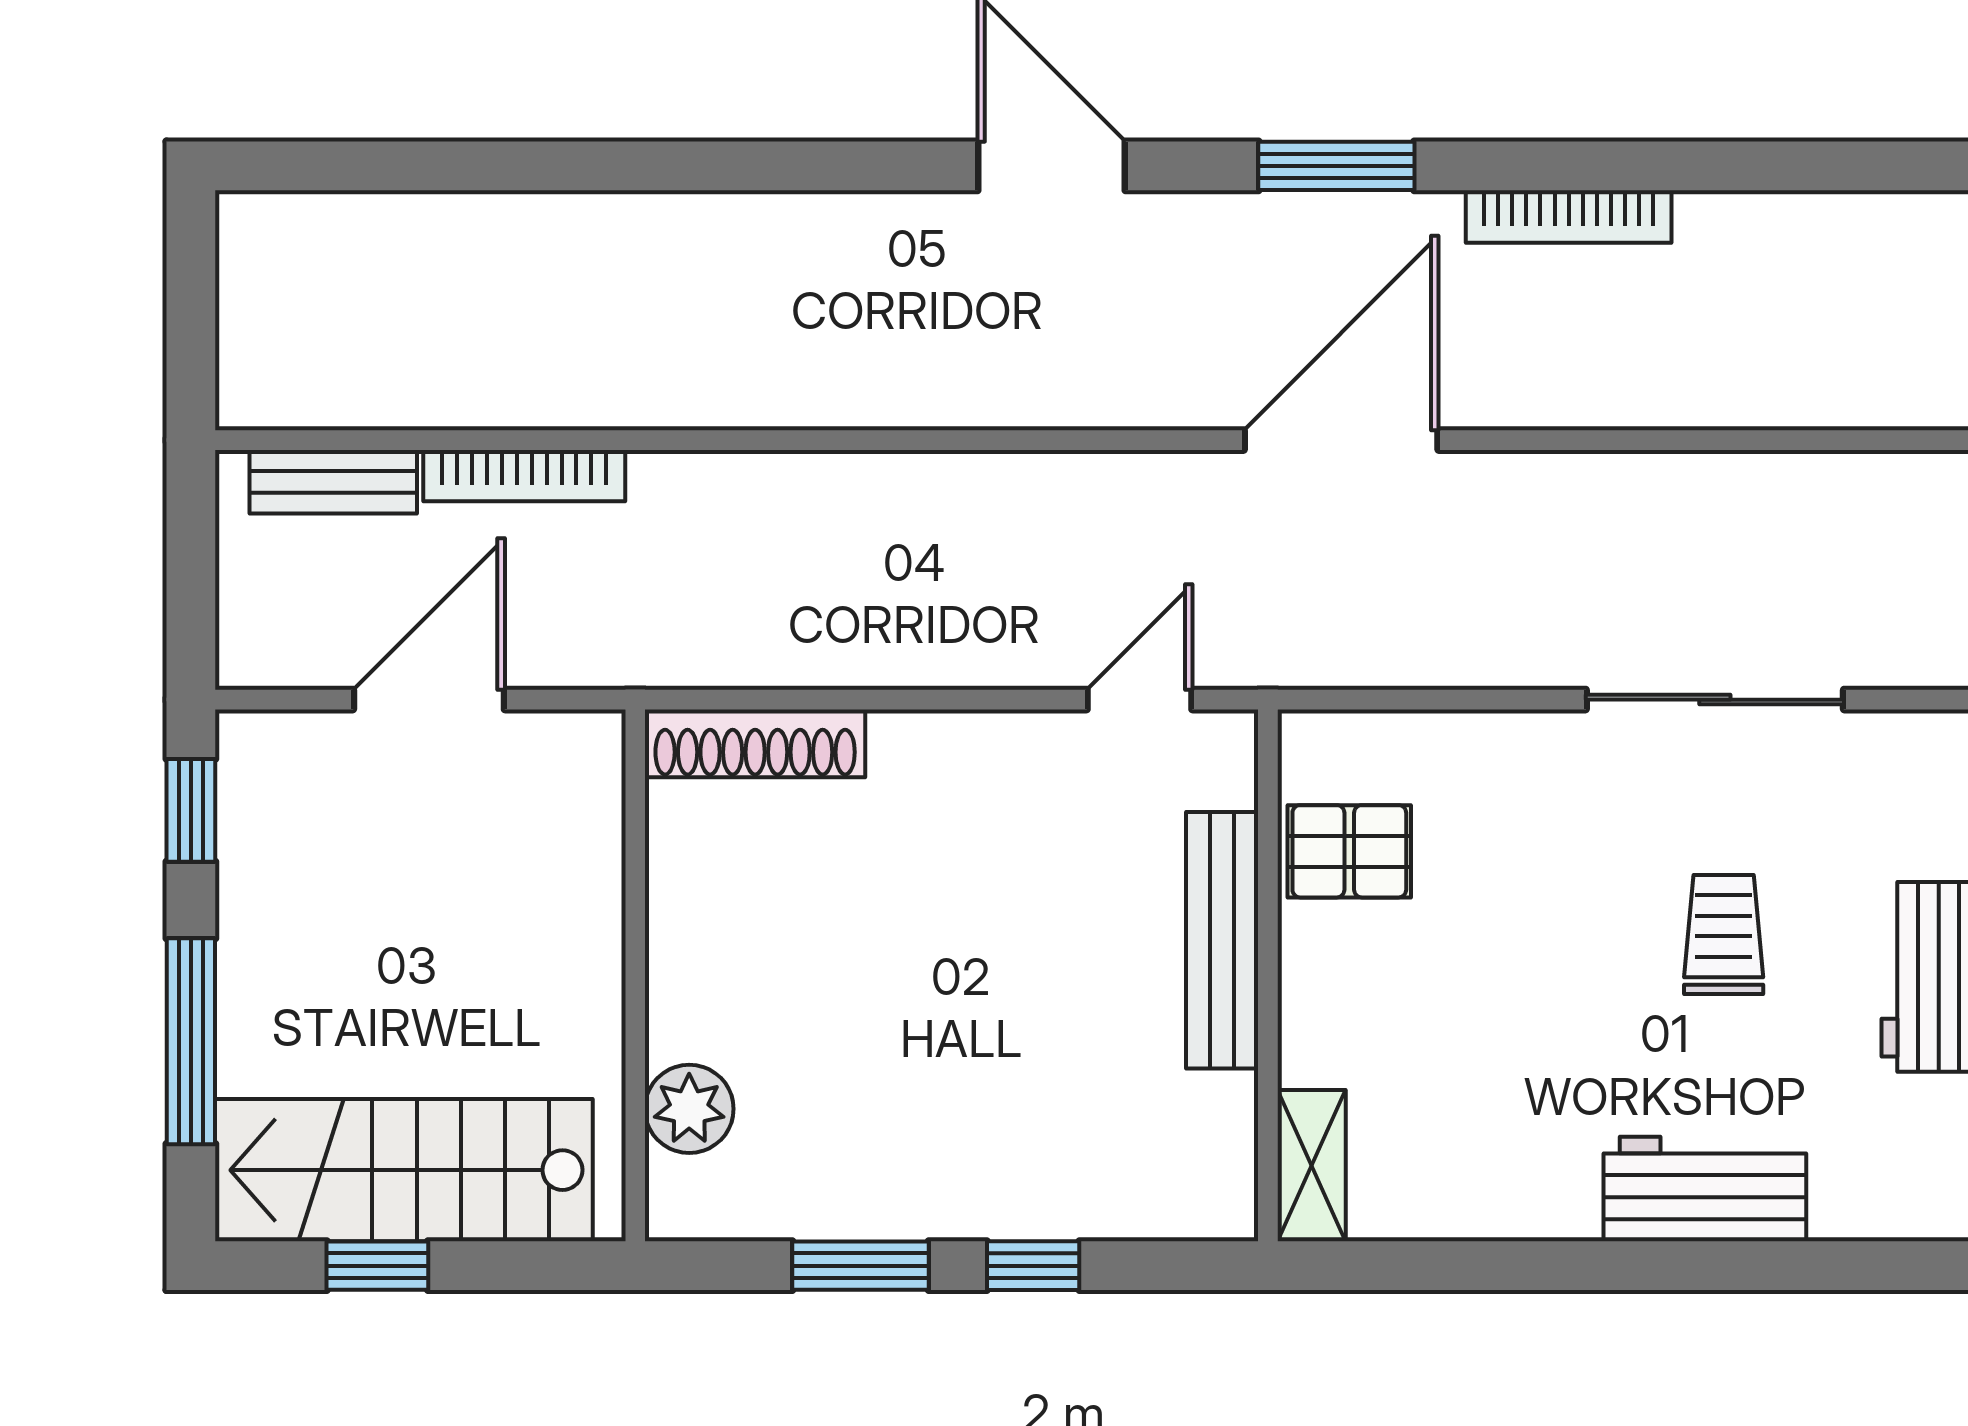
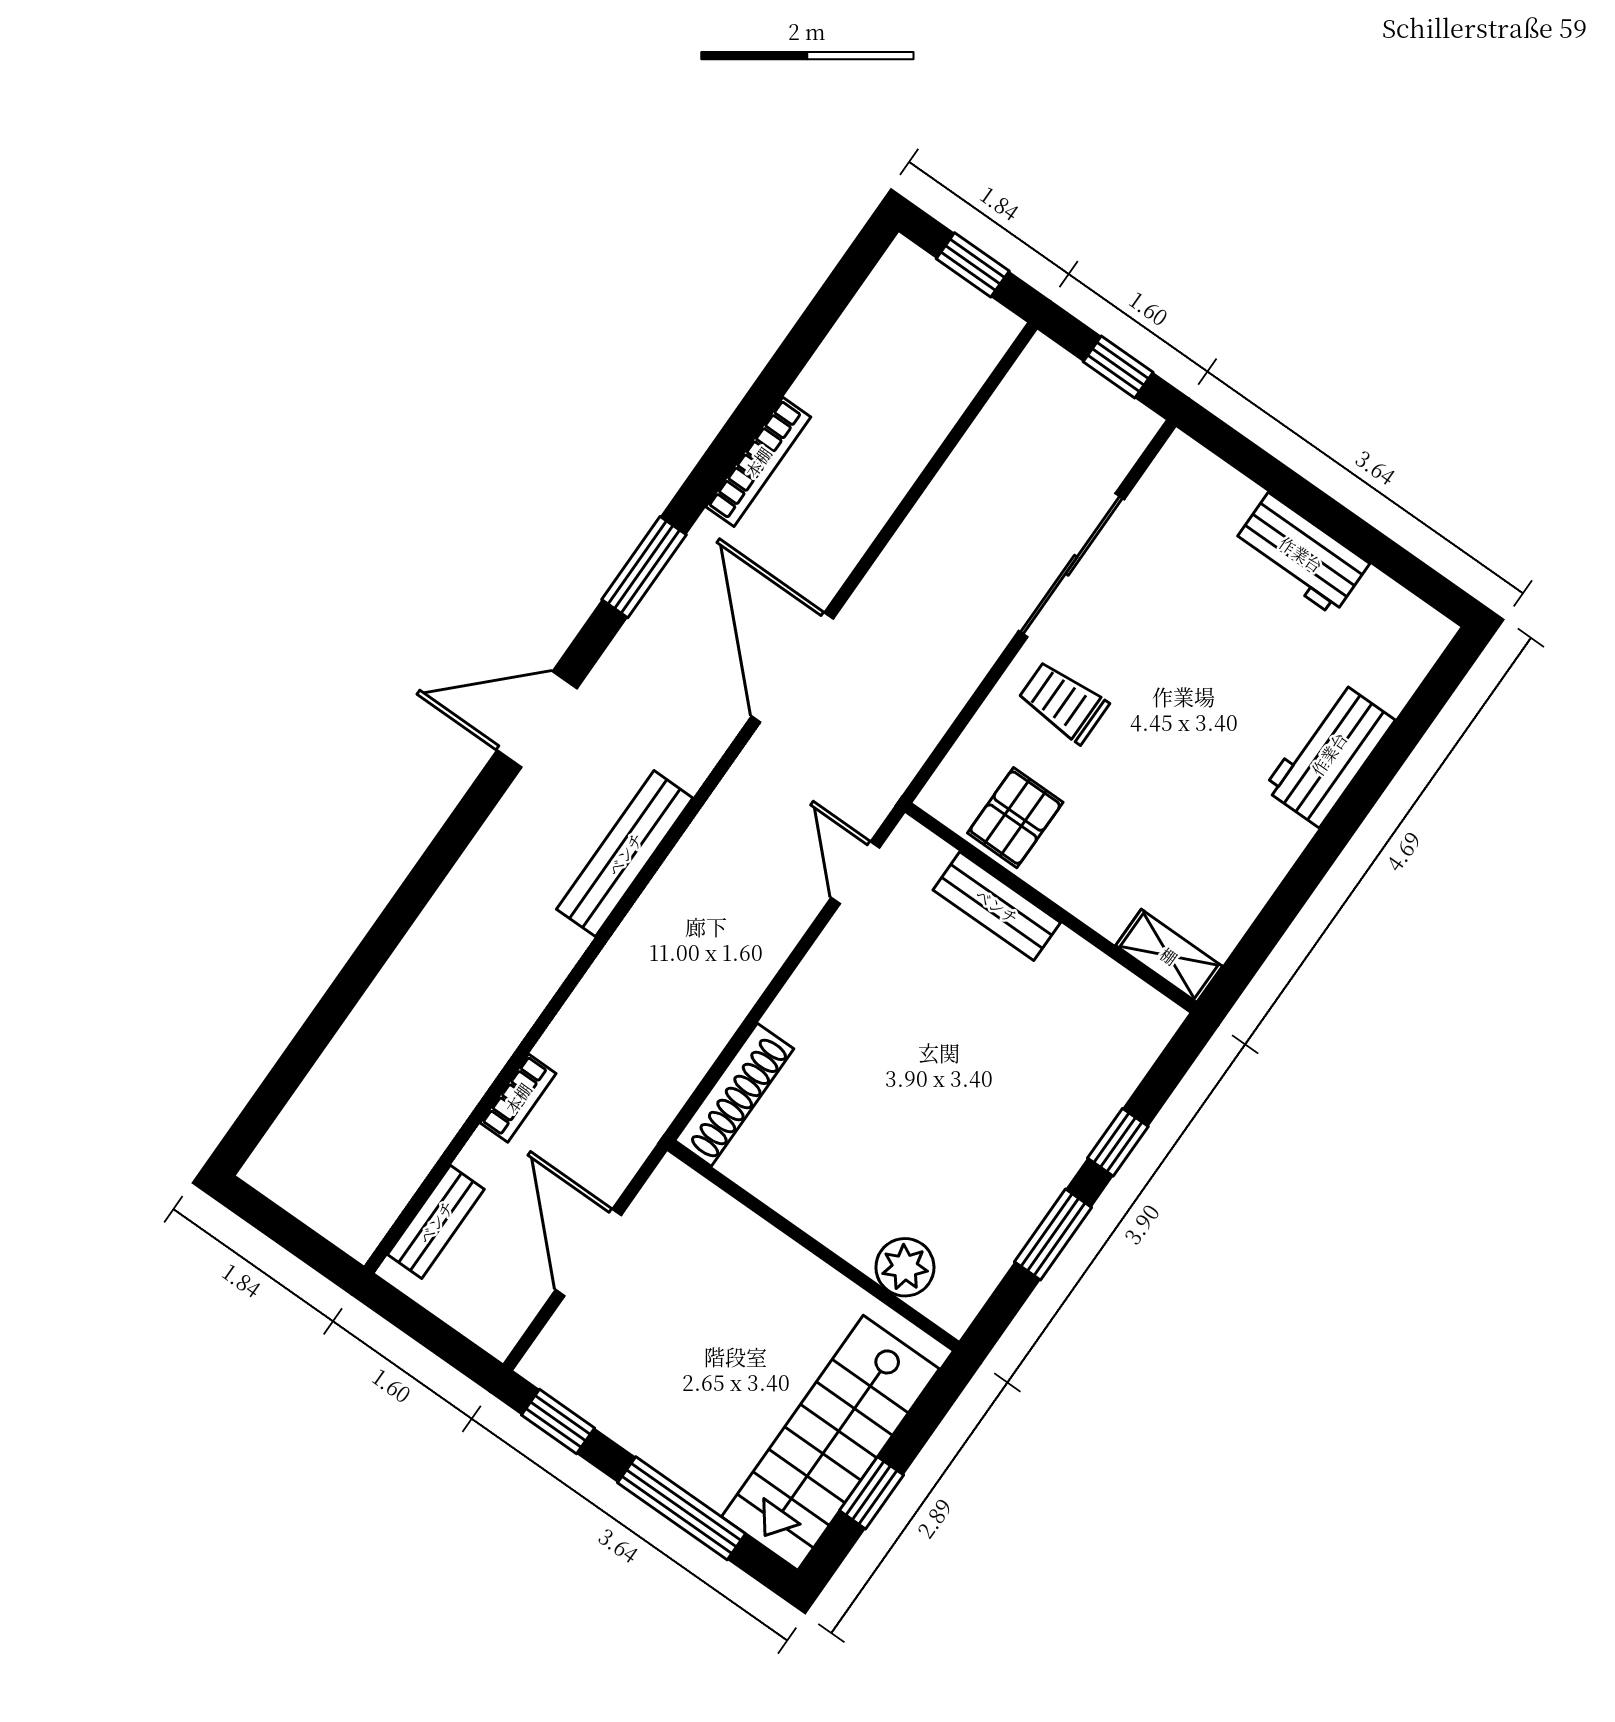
bench: (961, 394) -> (625, 854), added
bookcase: (524, 476) -> (518, 1098), width x0.64
trolley: (1724, 934) -> (1063, 702), moved
bench: (1222, 940) -> (997, 906), width x0.73

